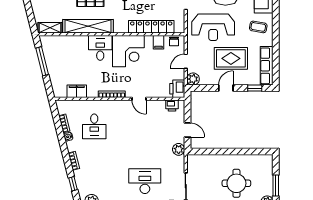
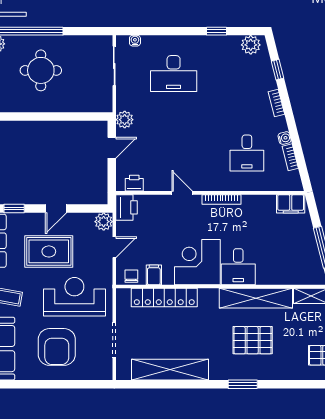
filing cabinet: (77, 91) -> (291, 204), moved
desk: (94, 126) -> (247, 153), turned 180
door: (187, 130) -> (112, 148), swing flipped

